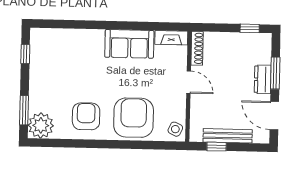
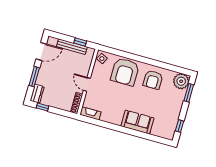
sofa: (129, 44) -> (137, 122), moved
dresser: (263, 79) -> (37, 94), moved
door: (274, 116) -> (41, 52), hinge flipped

